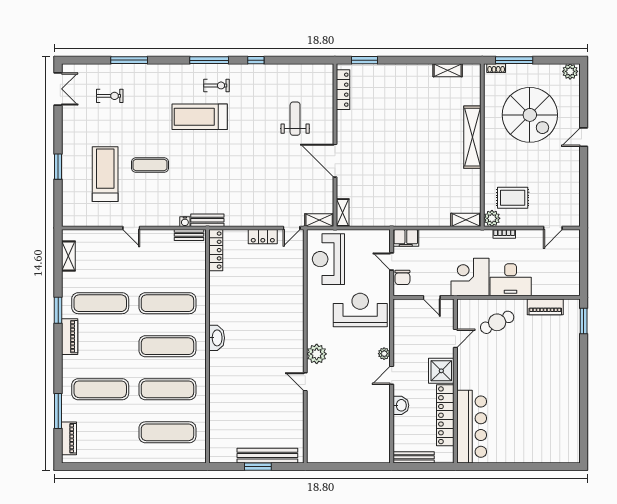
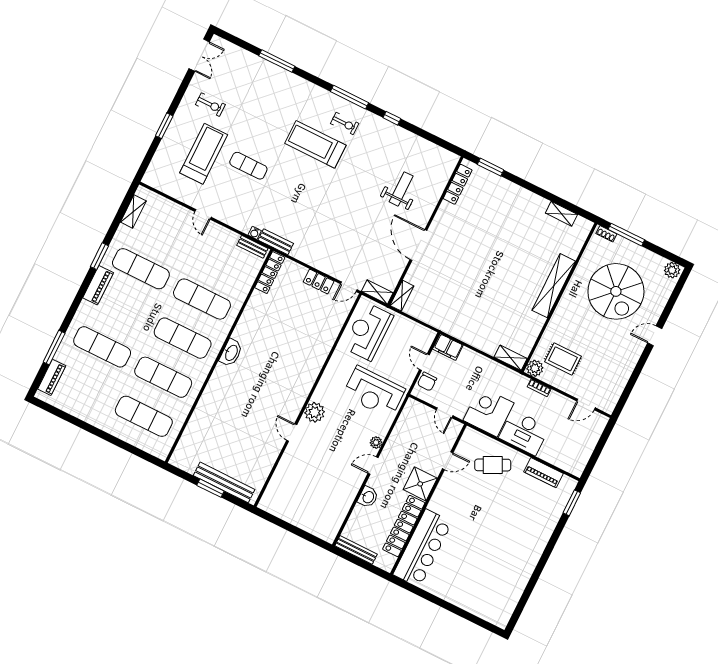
exercise bike: (110, 96) -> (210, 105), moved
reception desk: (360, 310) -> (374, 392), turned 180

